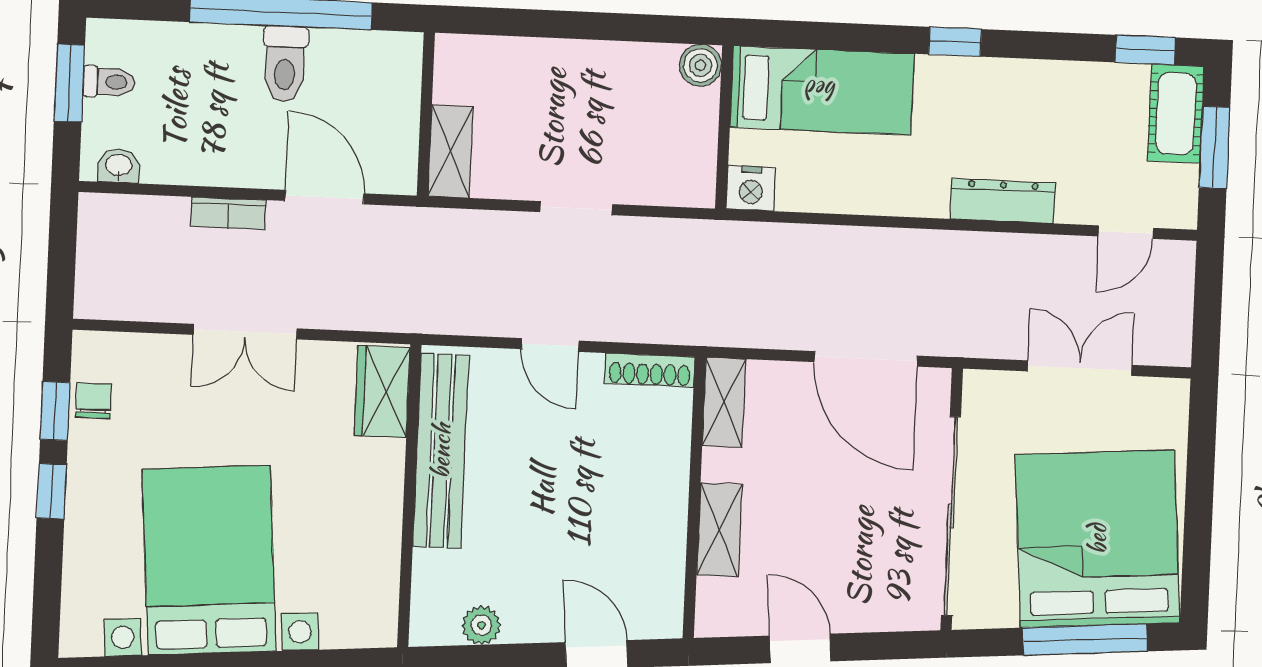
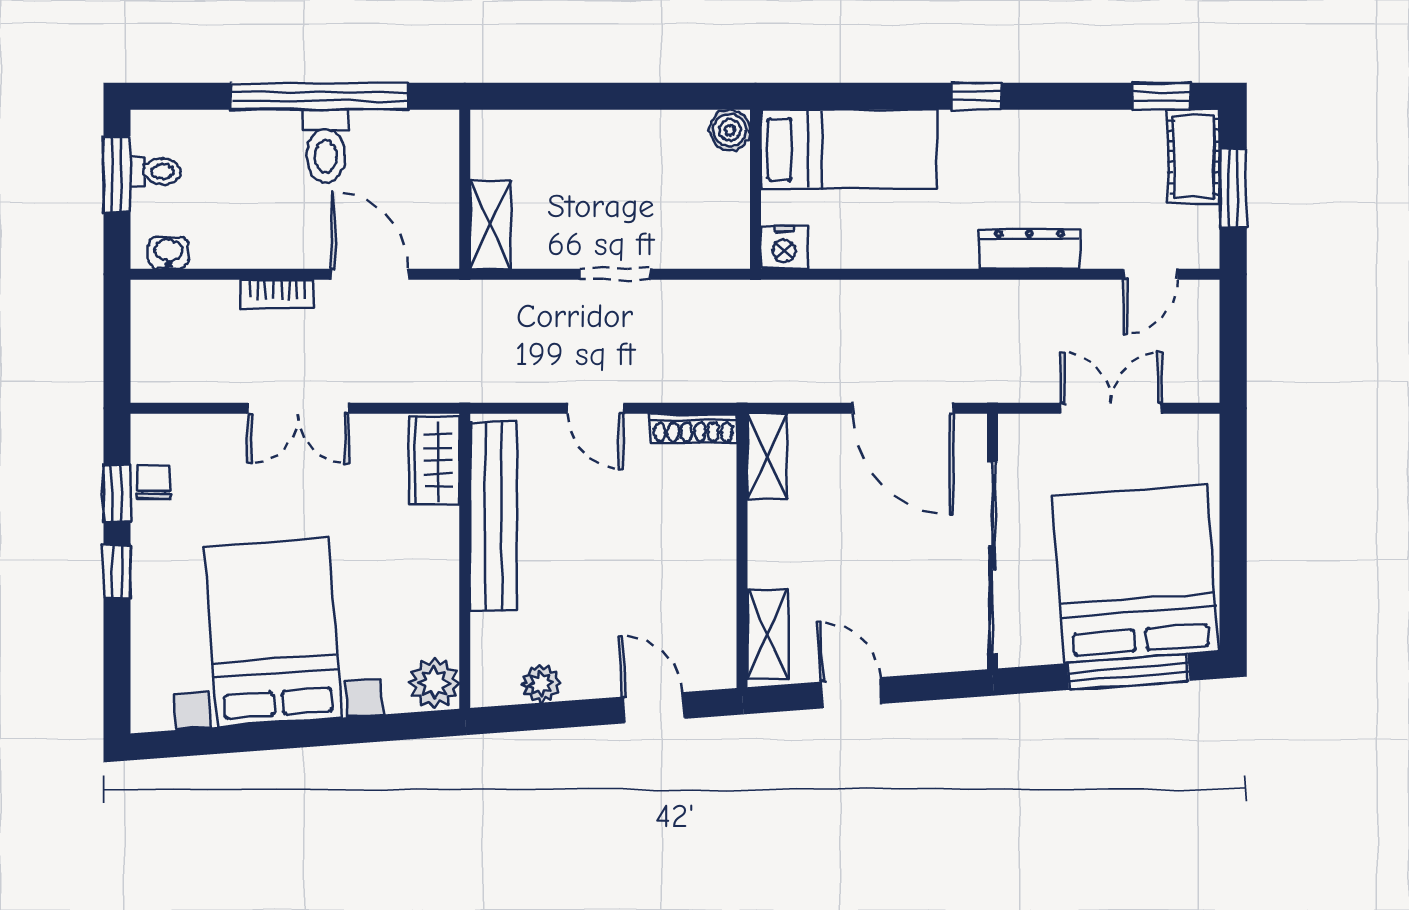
shelving: (719, 530) -> (768, 634), moved
plant: (372, 620) -> (434, 683), added

